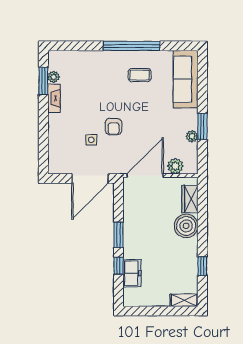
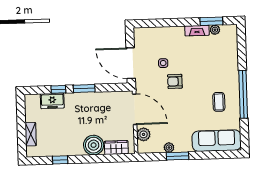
shelving: (184, 300) -> (31, 134), moved

